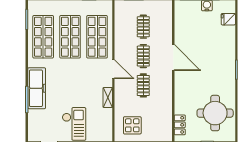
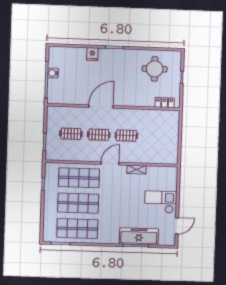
fridge: (228, 19) -> (92, 54), moved
freezer: (37, 88) -> (139, 236), moved
round table: (215, 113) -> (155, 69), width x0.73, depth x0.73
display table: (132, 125) -> (164, 147), removed

